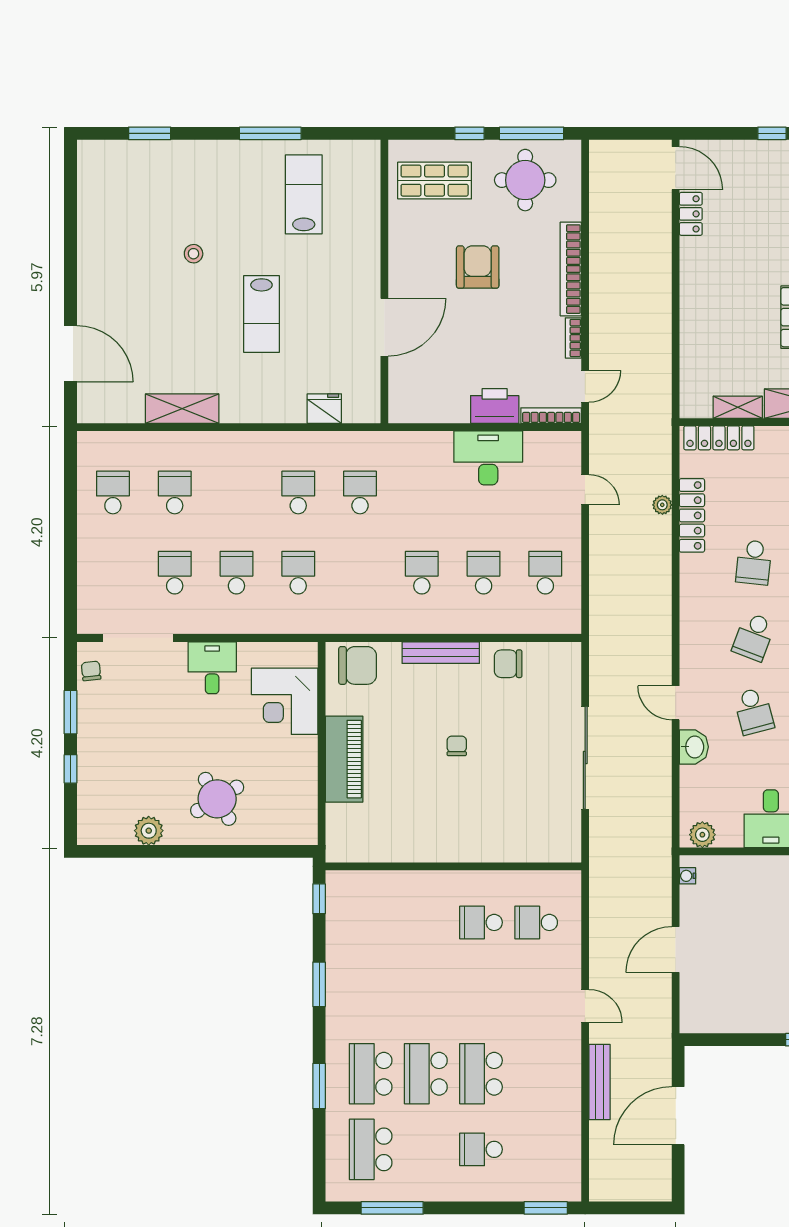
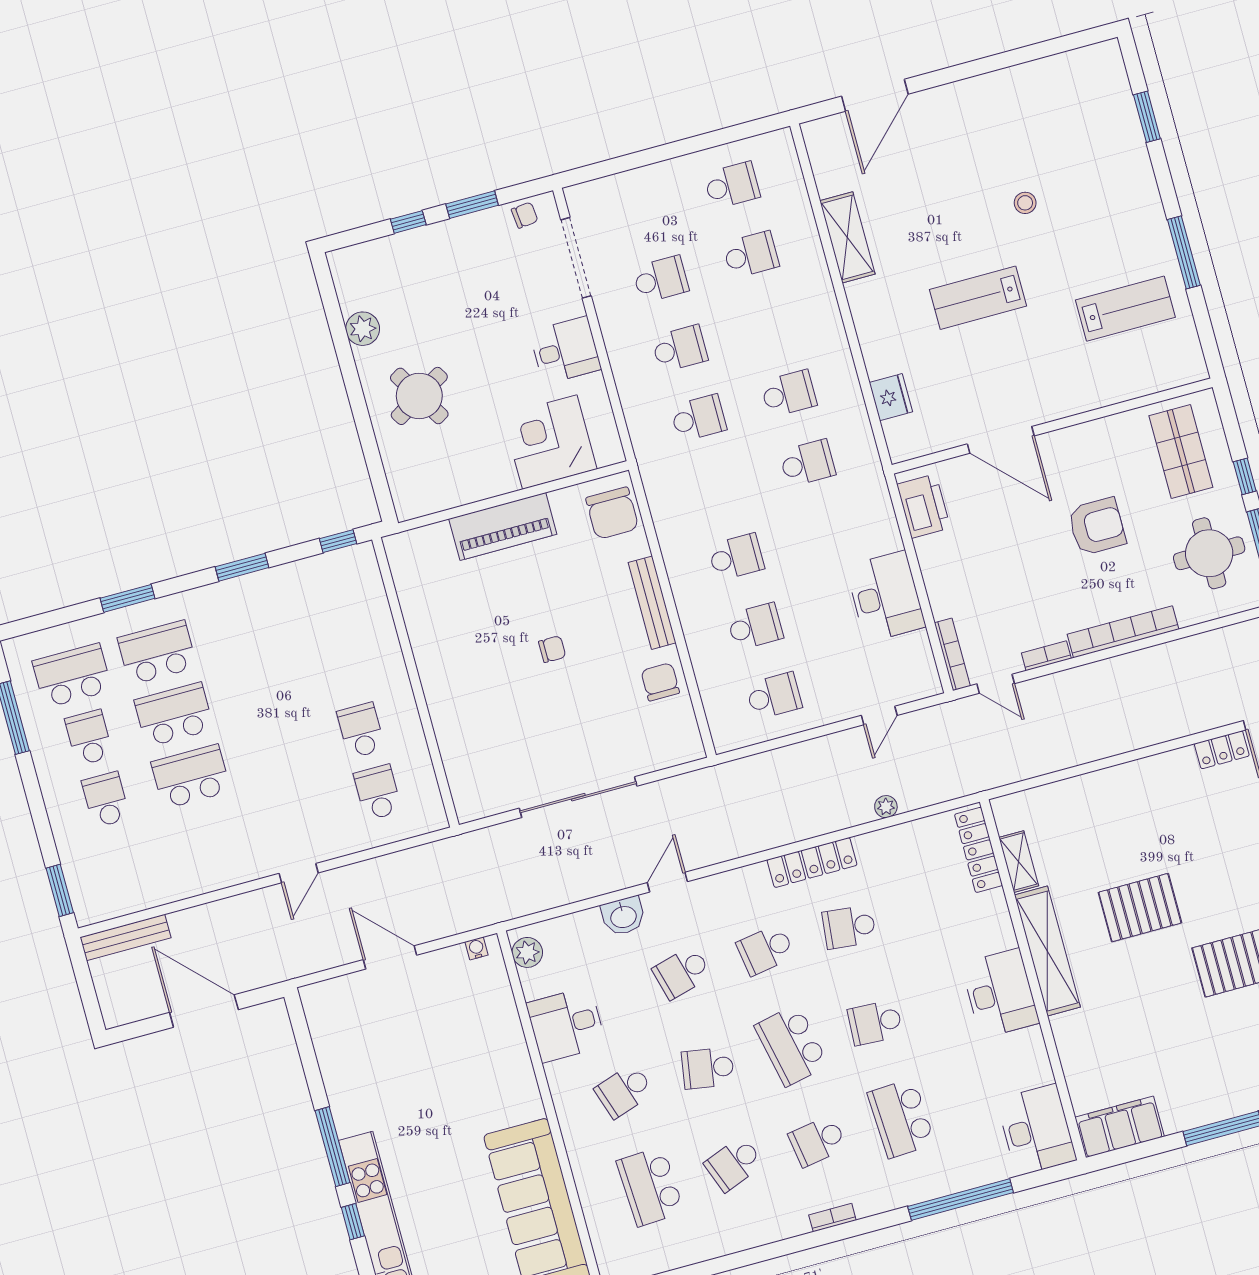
printer: (495, 406) -> (924, 506), moved
locker: (692, 515) -> (812, 862), moved
school desk: (754, 637) -> (766, 950), turned -30
bench: (600, 1082) -> (126, 937), moved
school desk: (426, 1149) -> (89, 738), added

